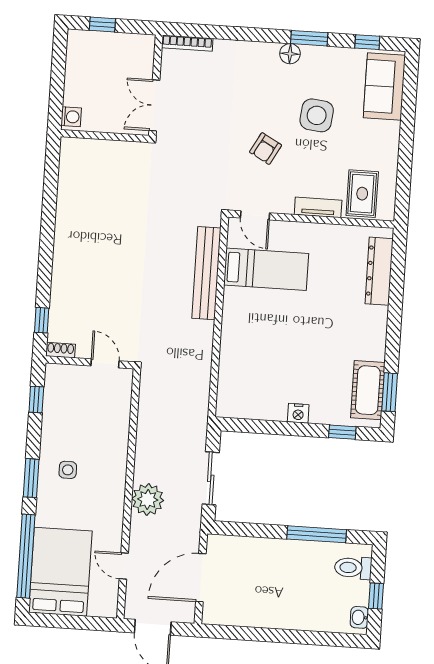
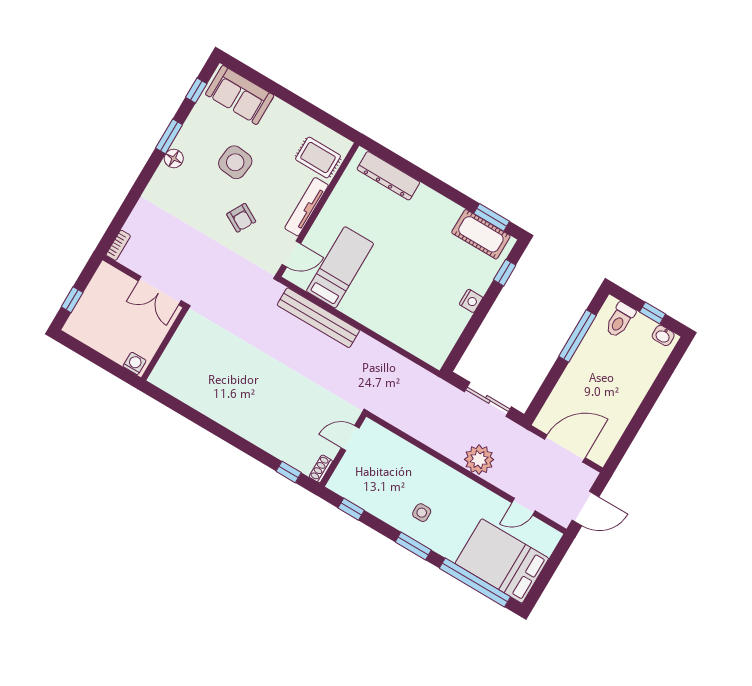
bookcase: (187, 43) -> (118, 245), width x0.64
tv unit: (318, 207) -> (307, 207), width x1.41
door: (201, 578) -> (565, 448), swing flipped

